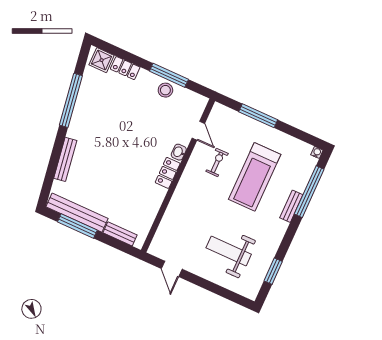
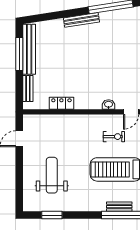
bench: (65, 159) -> (81, 20), moved
locker: (168, 173) -> (61, 103), moved
bench: (291, 206) -> (119, 207), moved

